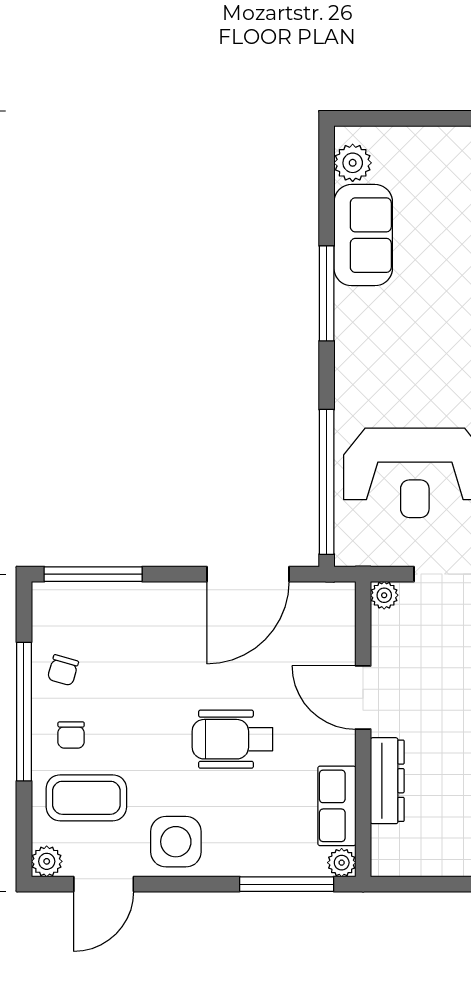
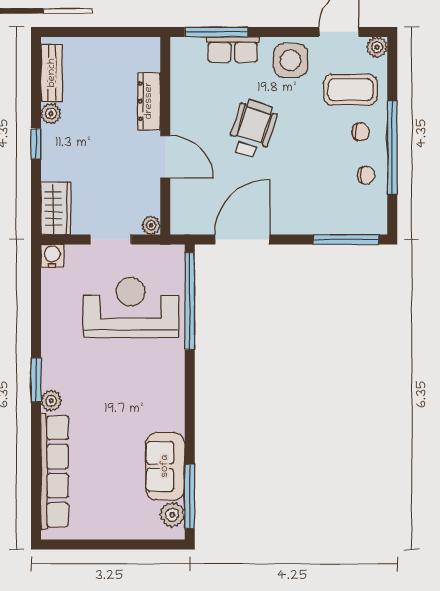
window: (327, 293) -> (190, 496), moved
chair: (63, 670) -> (366, 175), turned 74
chair: (71, 735) -> (361, 132), turned 90
wheelchair: (232, 739) -> (253, 129), turned -72
row of seats: (337, 806) -> (233, 50), moved, turned 90
plant: (342, 863) -> (180, 46), removed

